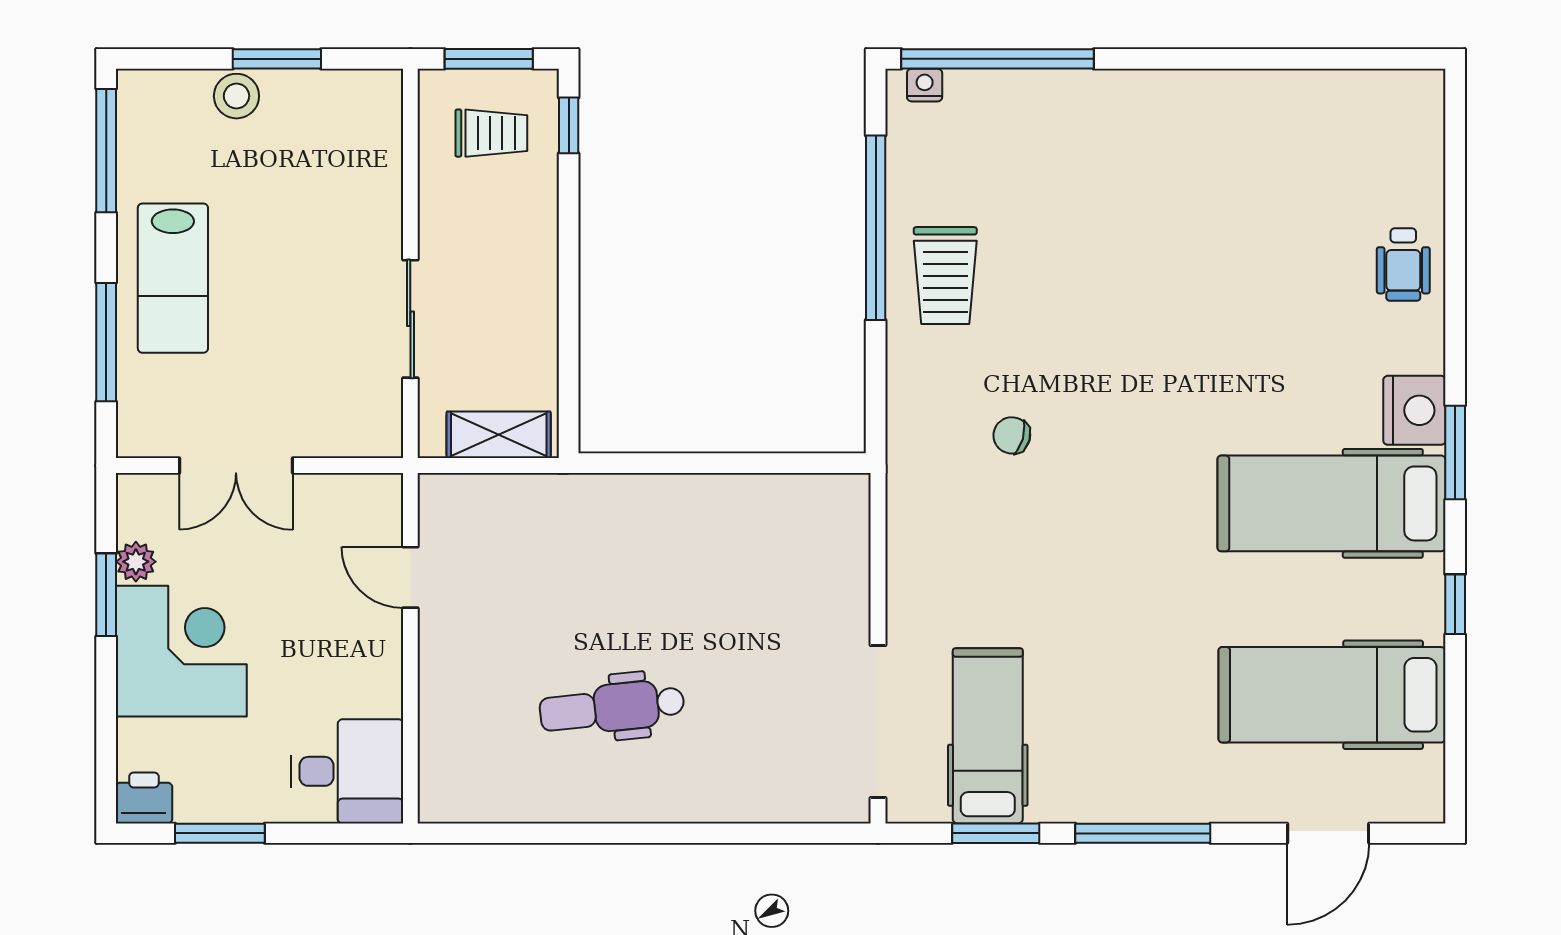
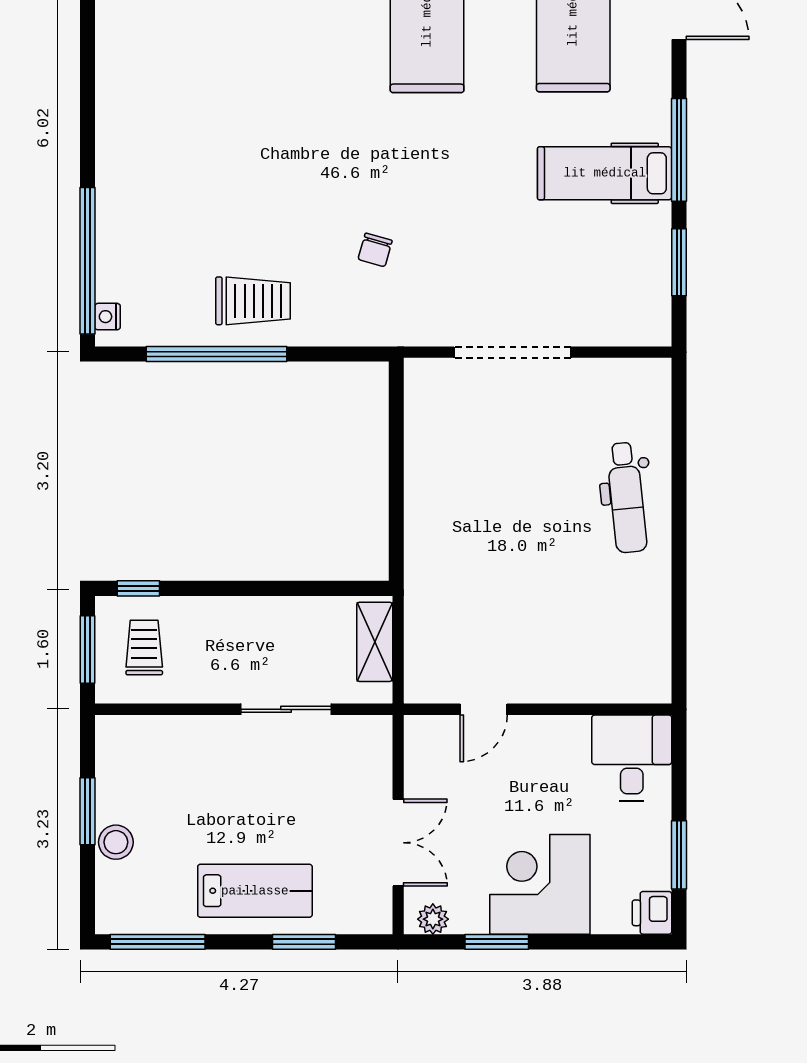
window: (106, 342) -> (304, 942), width x0.69
plant: (136, 562) -> (433, 919), moved
dental chair: (612, 708) -> (627, 497), moved
doorway: (878, 722) -> (512, 352), moved
hospital bed: (988, 736) -> (605, 173), moved

